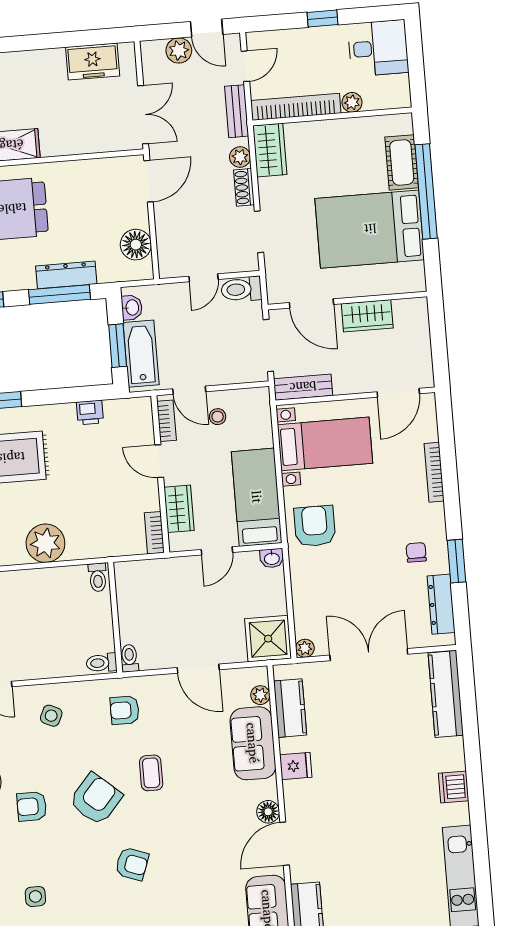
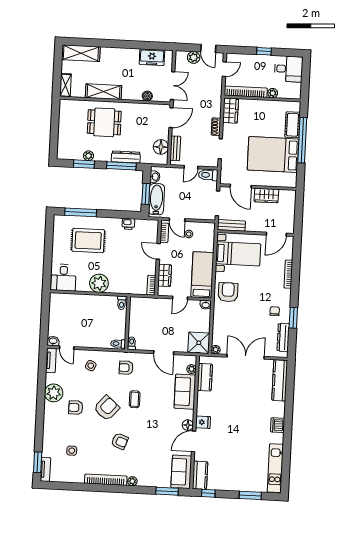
bench: (237, 111) -> (175, 148), moved
boiler: (94, 143) -> (147, 96), added
plant: (240, 157) -> (216, 112), removed
fridge: (296, 766) -> (203, 422), moved

